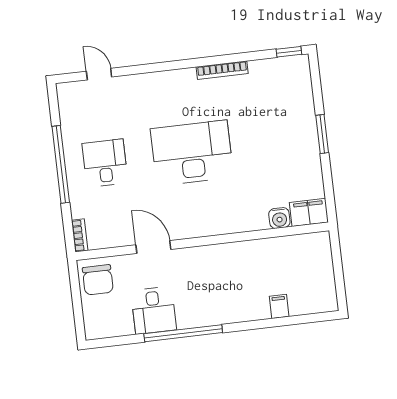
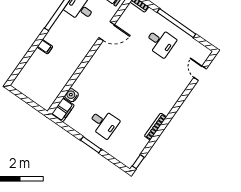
door: (99, 74) -> (200, 73), swing flipped
desk: (192, 153) -> (104, 123), moved, width x0.53, depth x0.77
filing cabinet: (279, 306) -> (45, 47), moved

